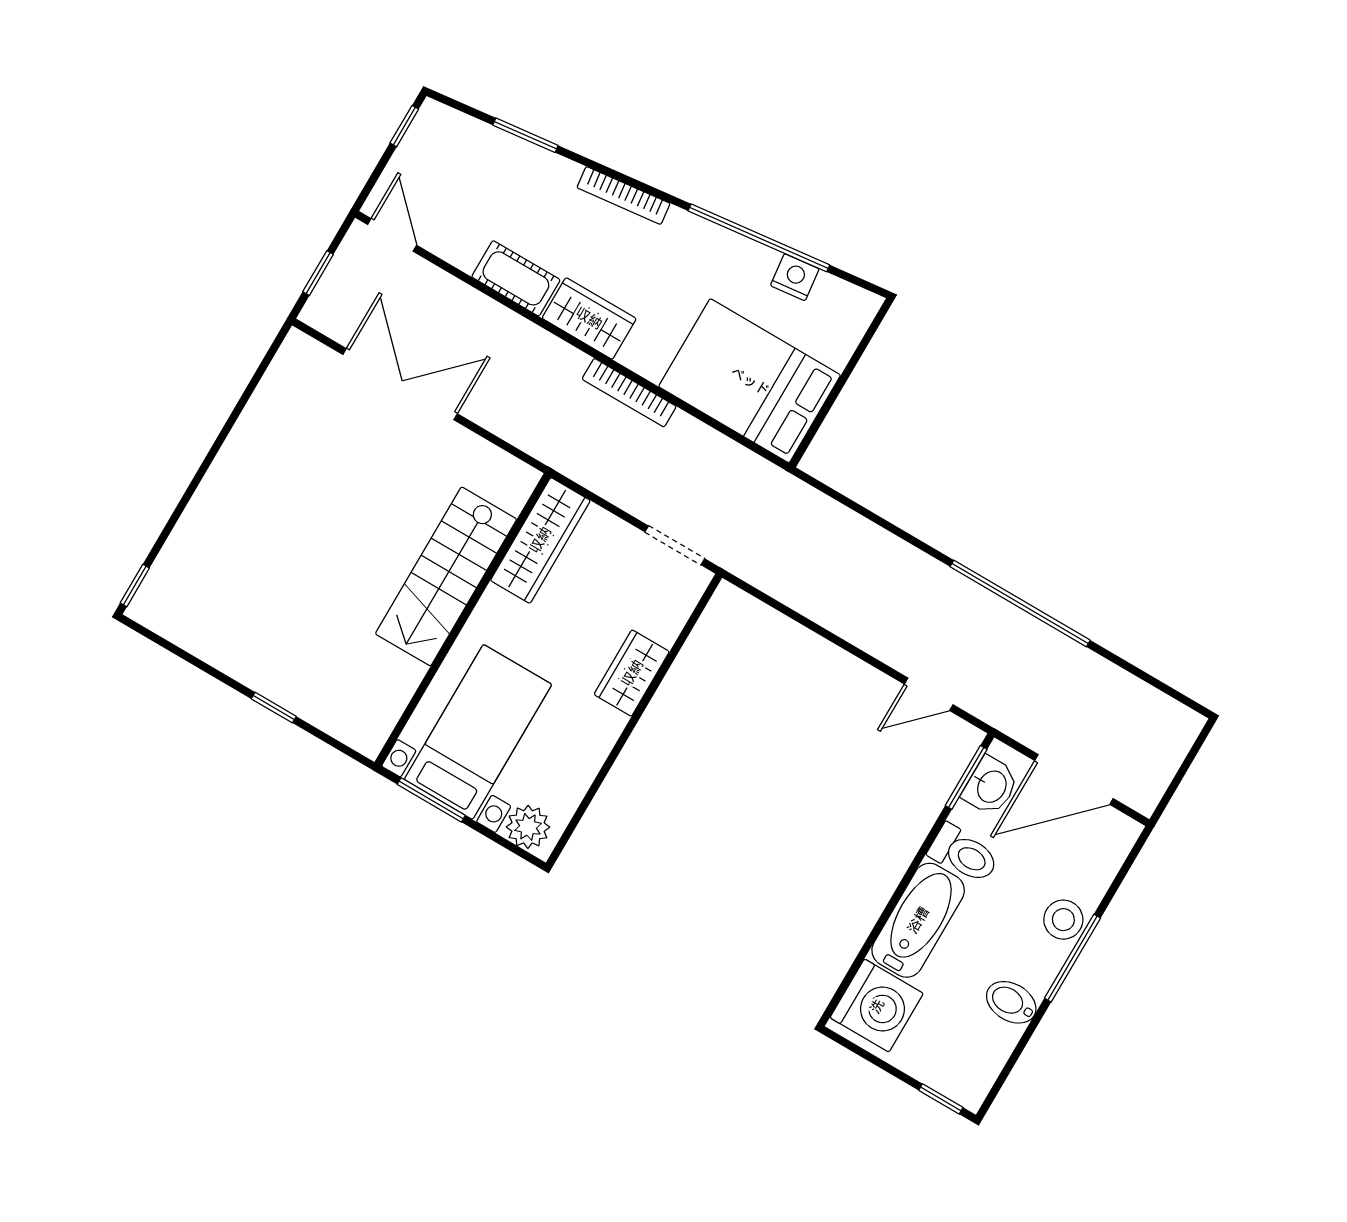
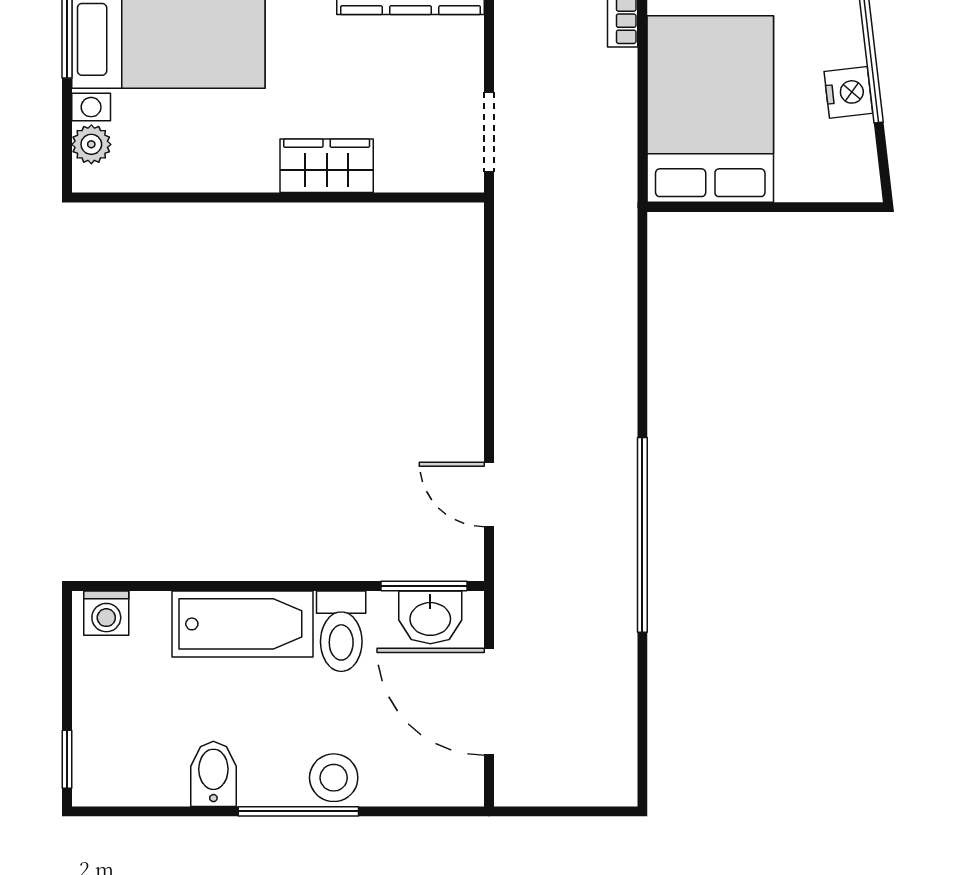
plant: (528, 827) -> (91, 144), width x0.73, depth x0.73
washing machine: (877, 1006) -> (106, 613), width x0.53, depth x0.53

